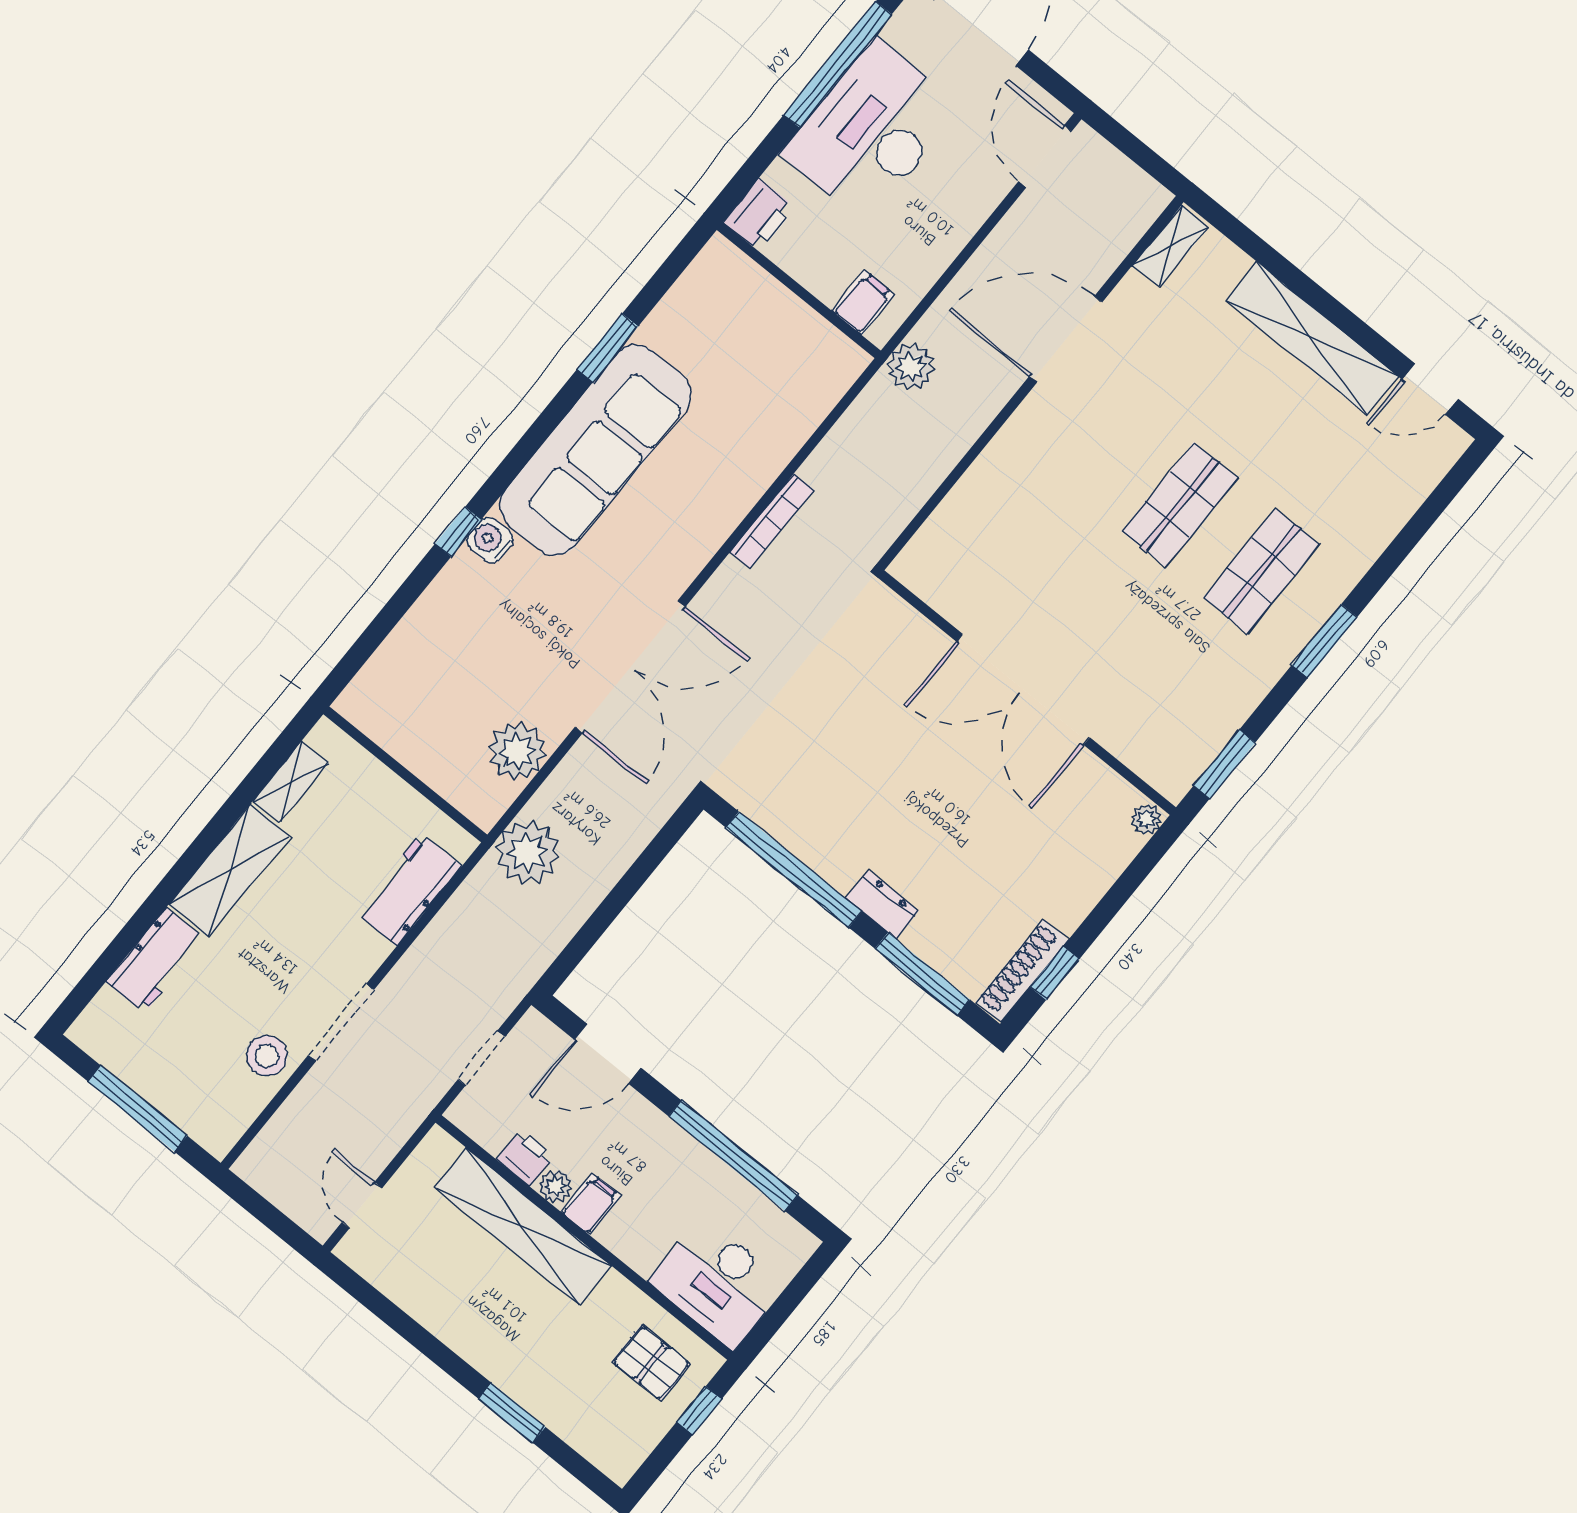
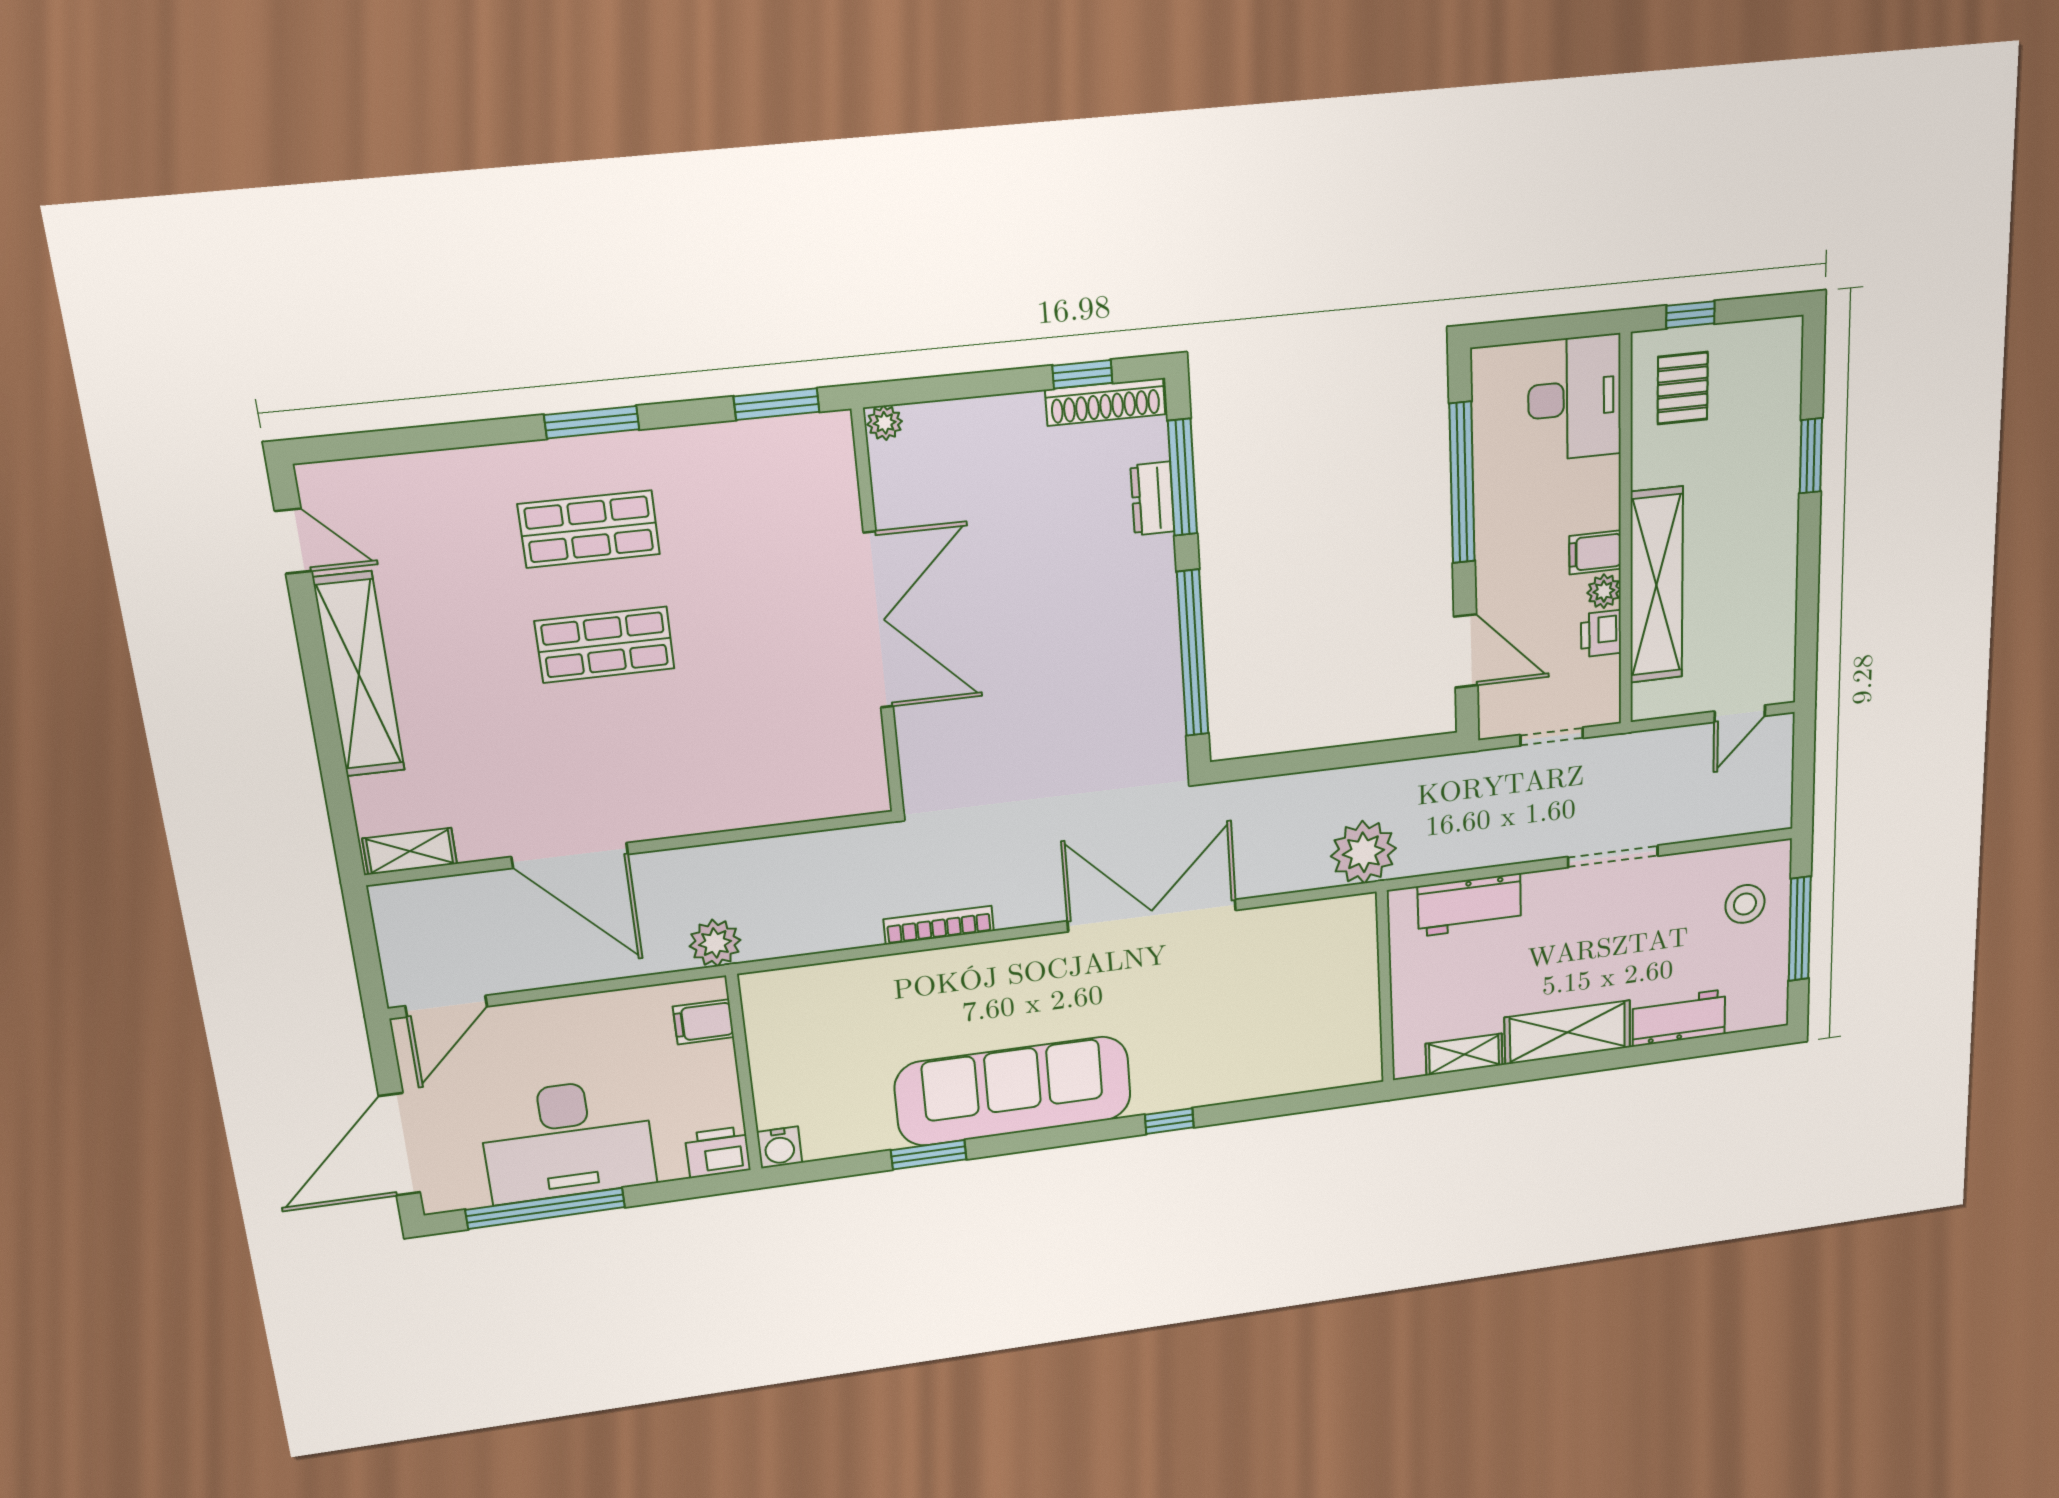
water cooler: (490, 540) -> (779, 1147), moved
plant: (517, 751) -> (1293, 930), removed
dresser: (882, 905) -> (1152, 499), moved
stool: (267, 1056) -> (1745, 904), moved

